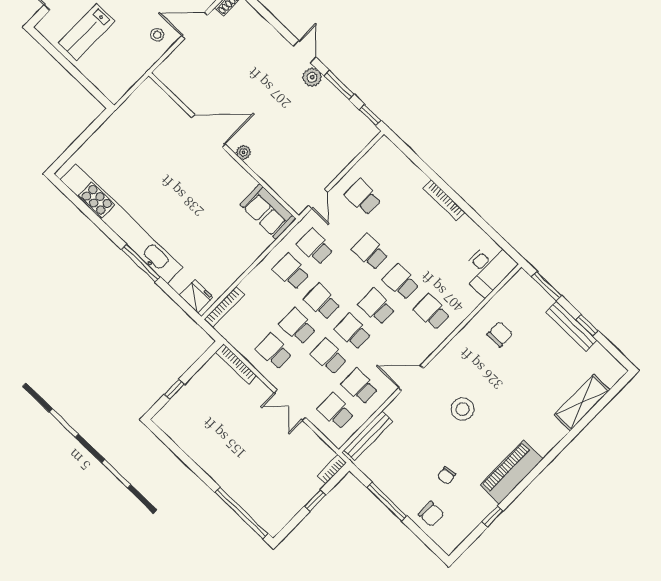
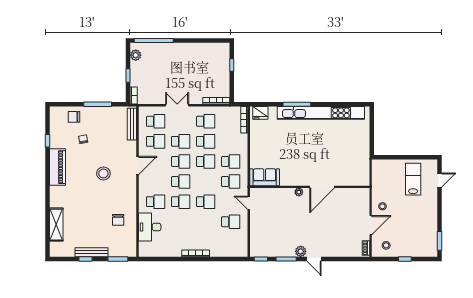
desk: (488, 268) -> (150, 227), moved
plant: (281, 517) -> (136, 55), added

